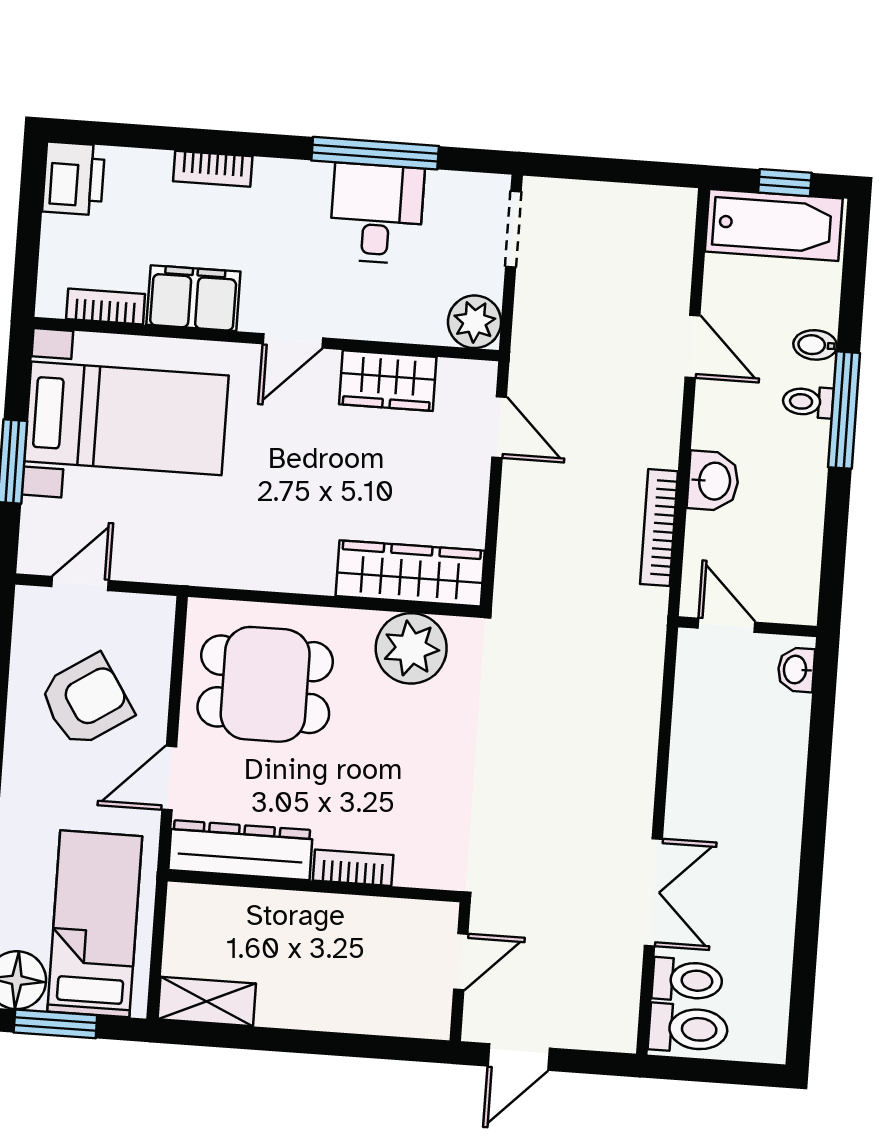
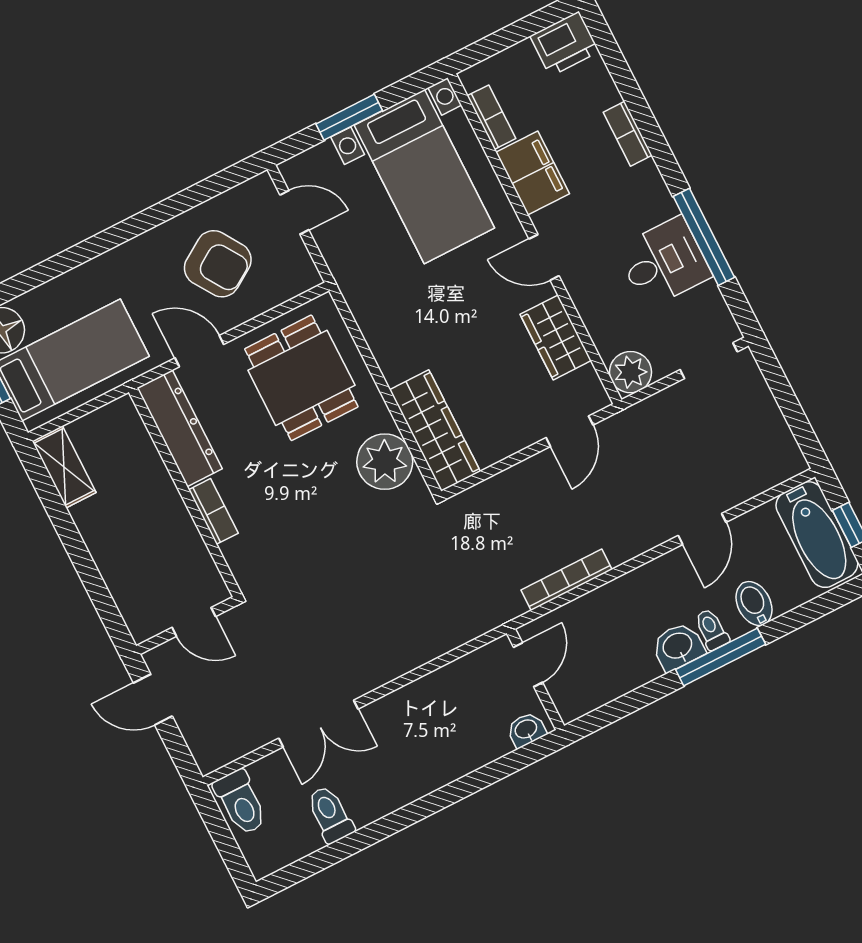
bidet: (815, 345) -> (754, 604), width x1.38, depth x1.36
washbasin: (713, 481) -> (678, 647), moved, turned 180
toilet: (687, 980) -> (330, 814), moved, turned 180

